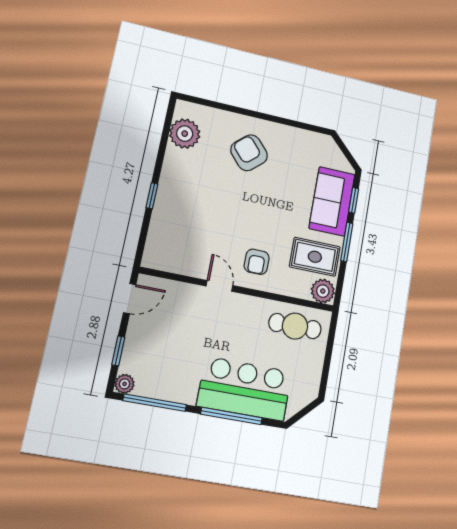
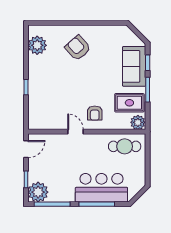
plant: (125, 384) -> (38, 192), width x1.88, depth x1.88

